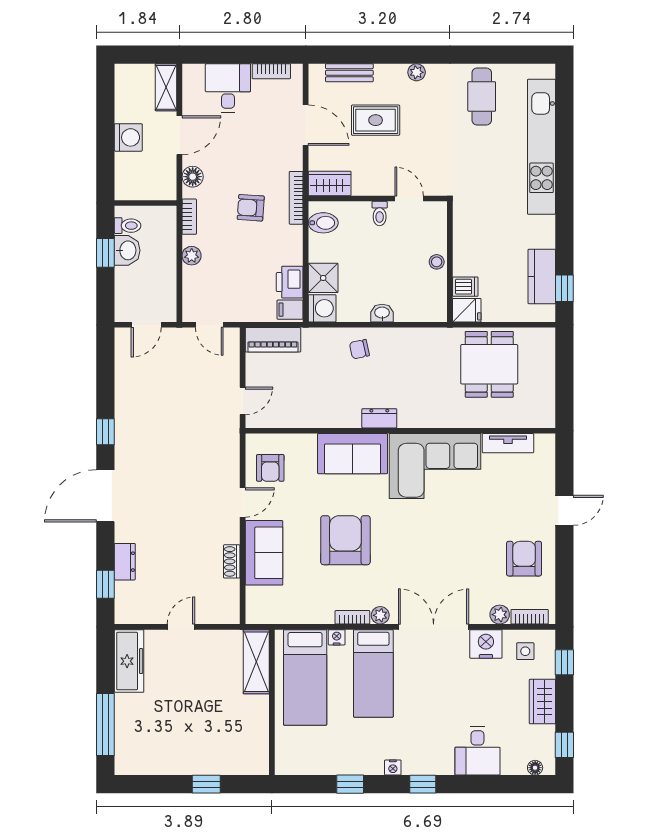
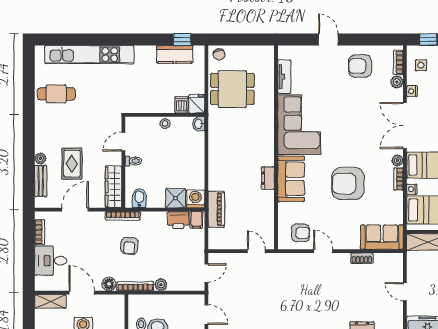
plant: (417, 72) -> (40, 158), moved
wardrobe: (330, 183) -> (113, 187), width x1.50
bookcase: (189, 217) -> (135, 286), width x1.56
washbasin: (382, 313) -> (199, 124), moved
piano: (273, 340) -> (216, 209), moved
chair: (359, 349) -> (219, 54), moved
dresser: (379, 418) -> (268, 178), moved
sofa: (264, 553) -> (382, 237), moved
nightstand: (486, 644) -> (412, 91), width x0.53, depth x0.56

